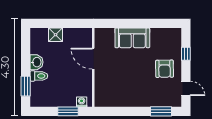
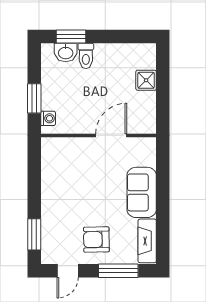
fireplace: (165, 34) -> (147, 241), added
window: (186, 54) -> (118, 271), width x2.17
washbasin: (37, 62) -> (66, 52), moved

